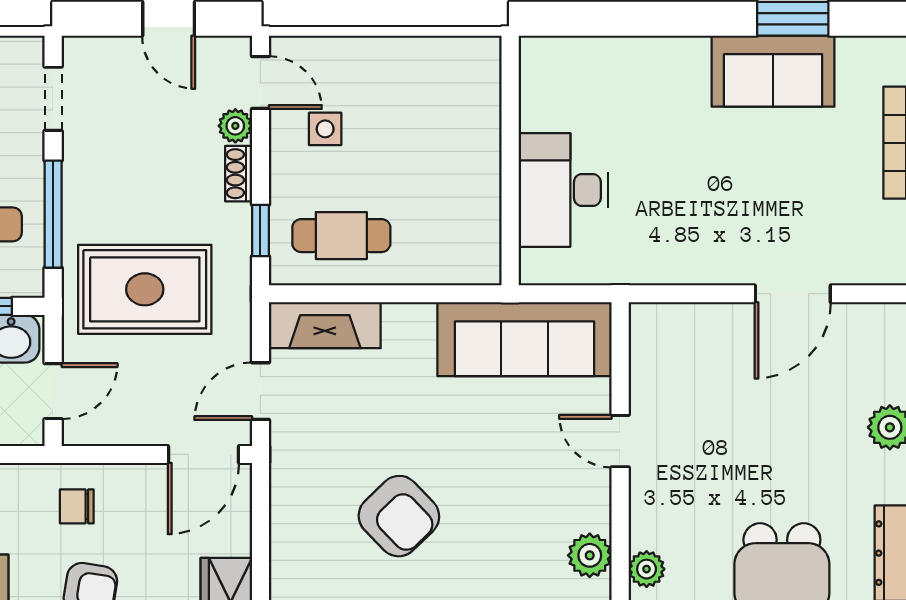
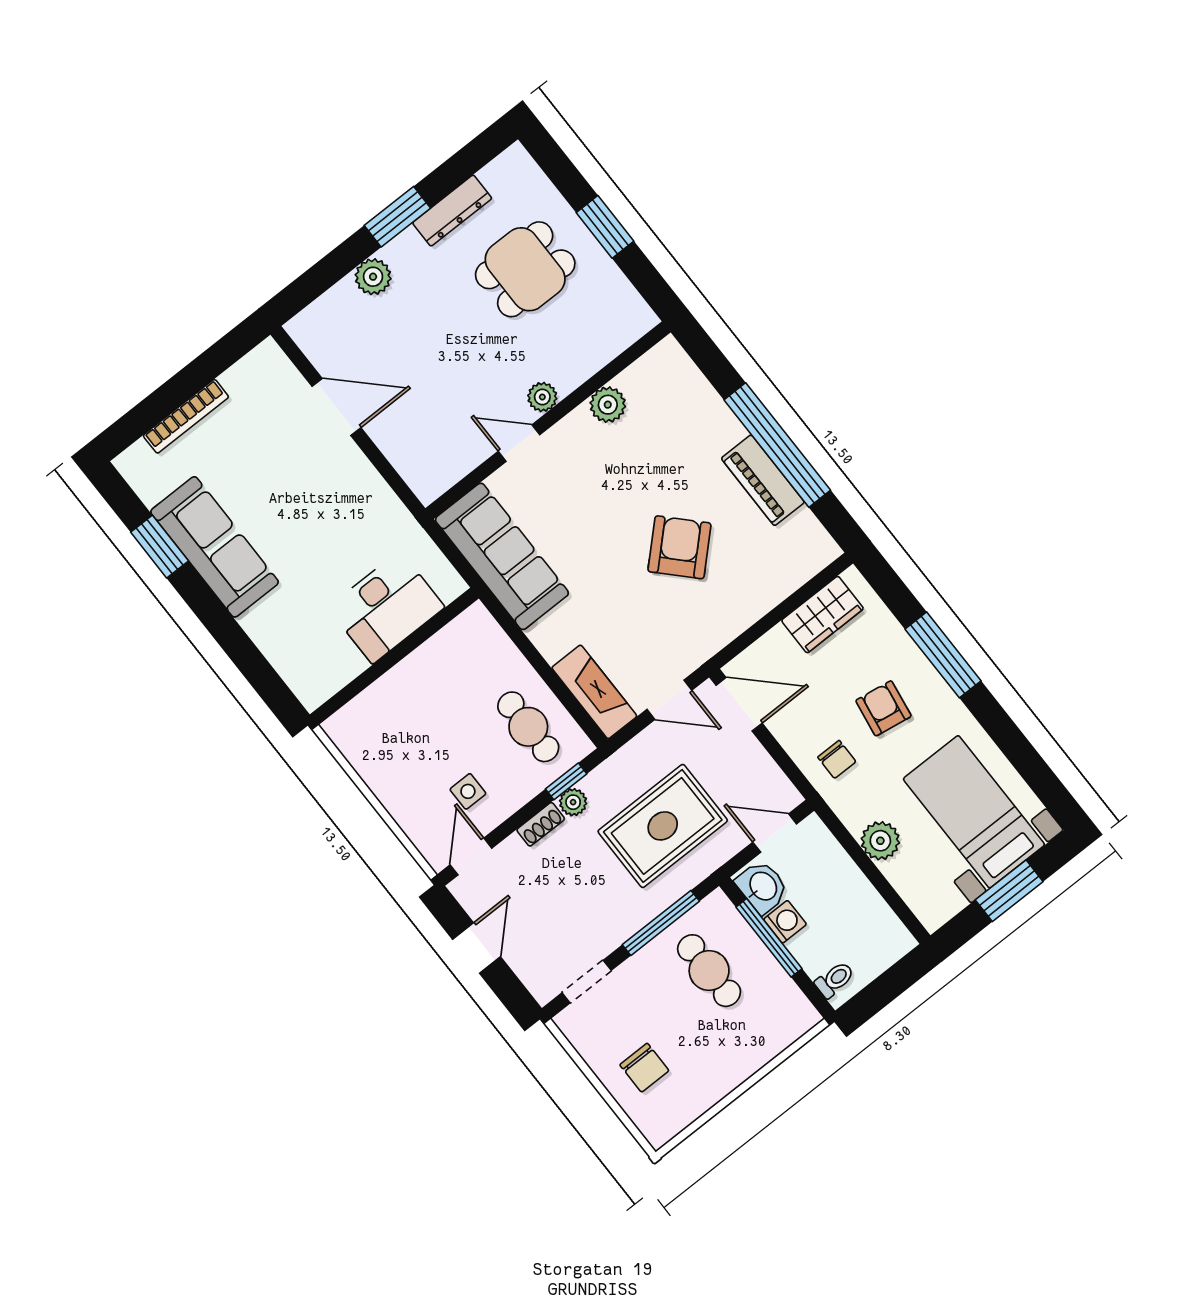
sofa: (773, 71) -> (215, 547), width x1.36
plant: (235, 126) -> (573, 802), moved
rug: (145, 289) -> (663, 826), turned 90
door: (620, 441) -> (519, 443), swing flipped
plant: (647, 569) -> (542, 397), moved

